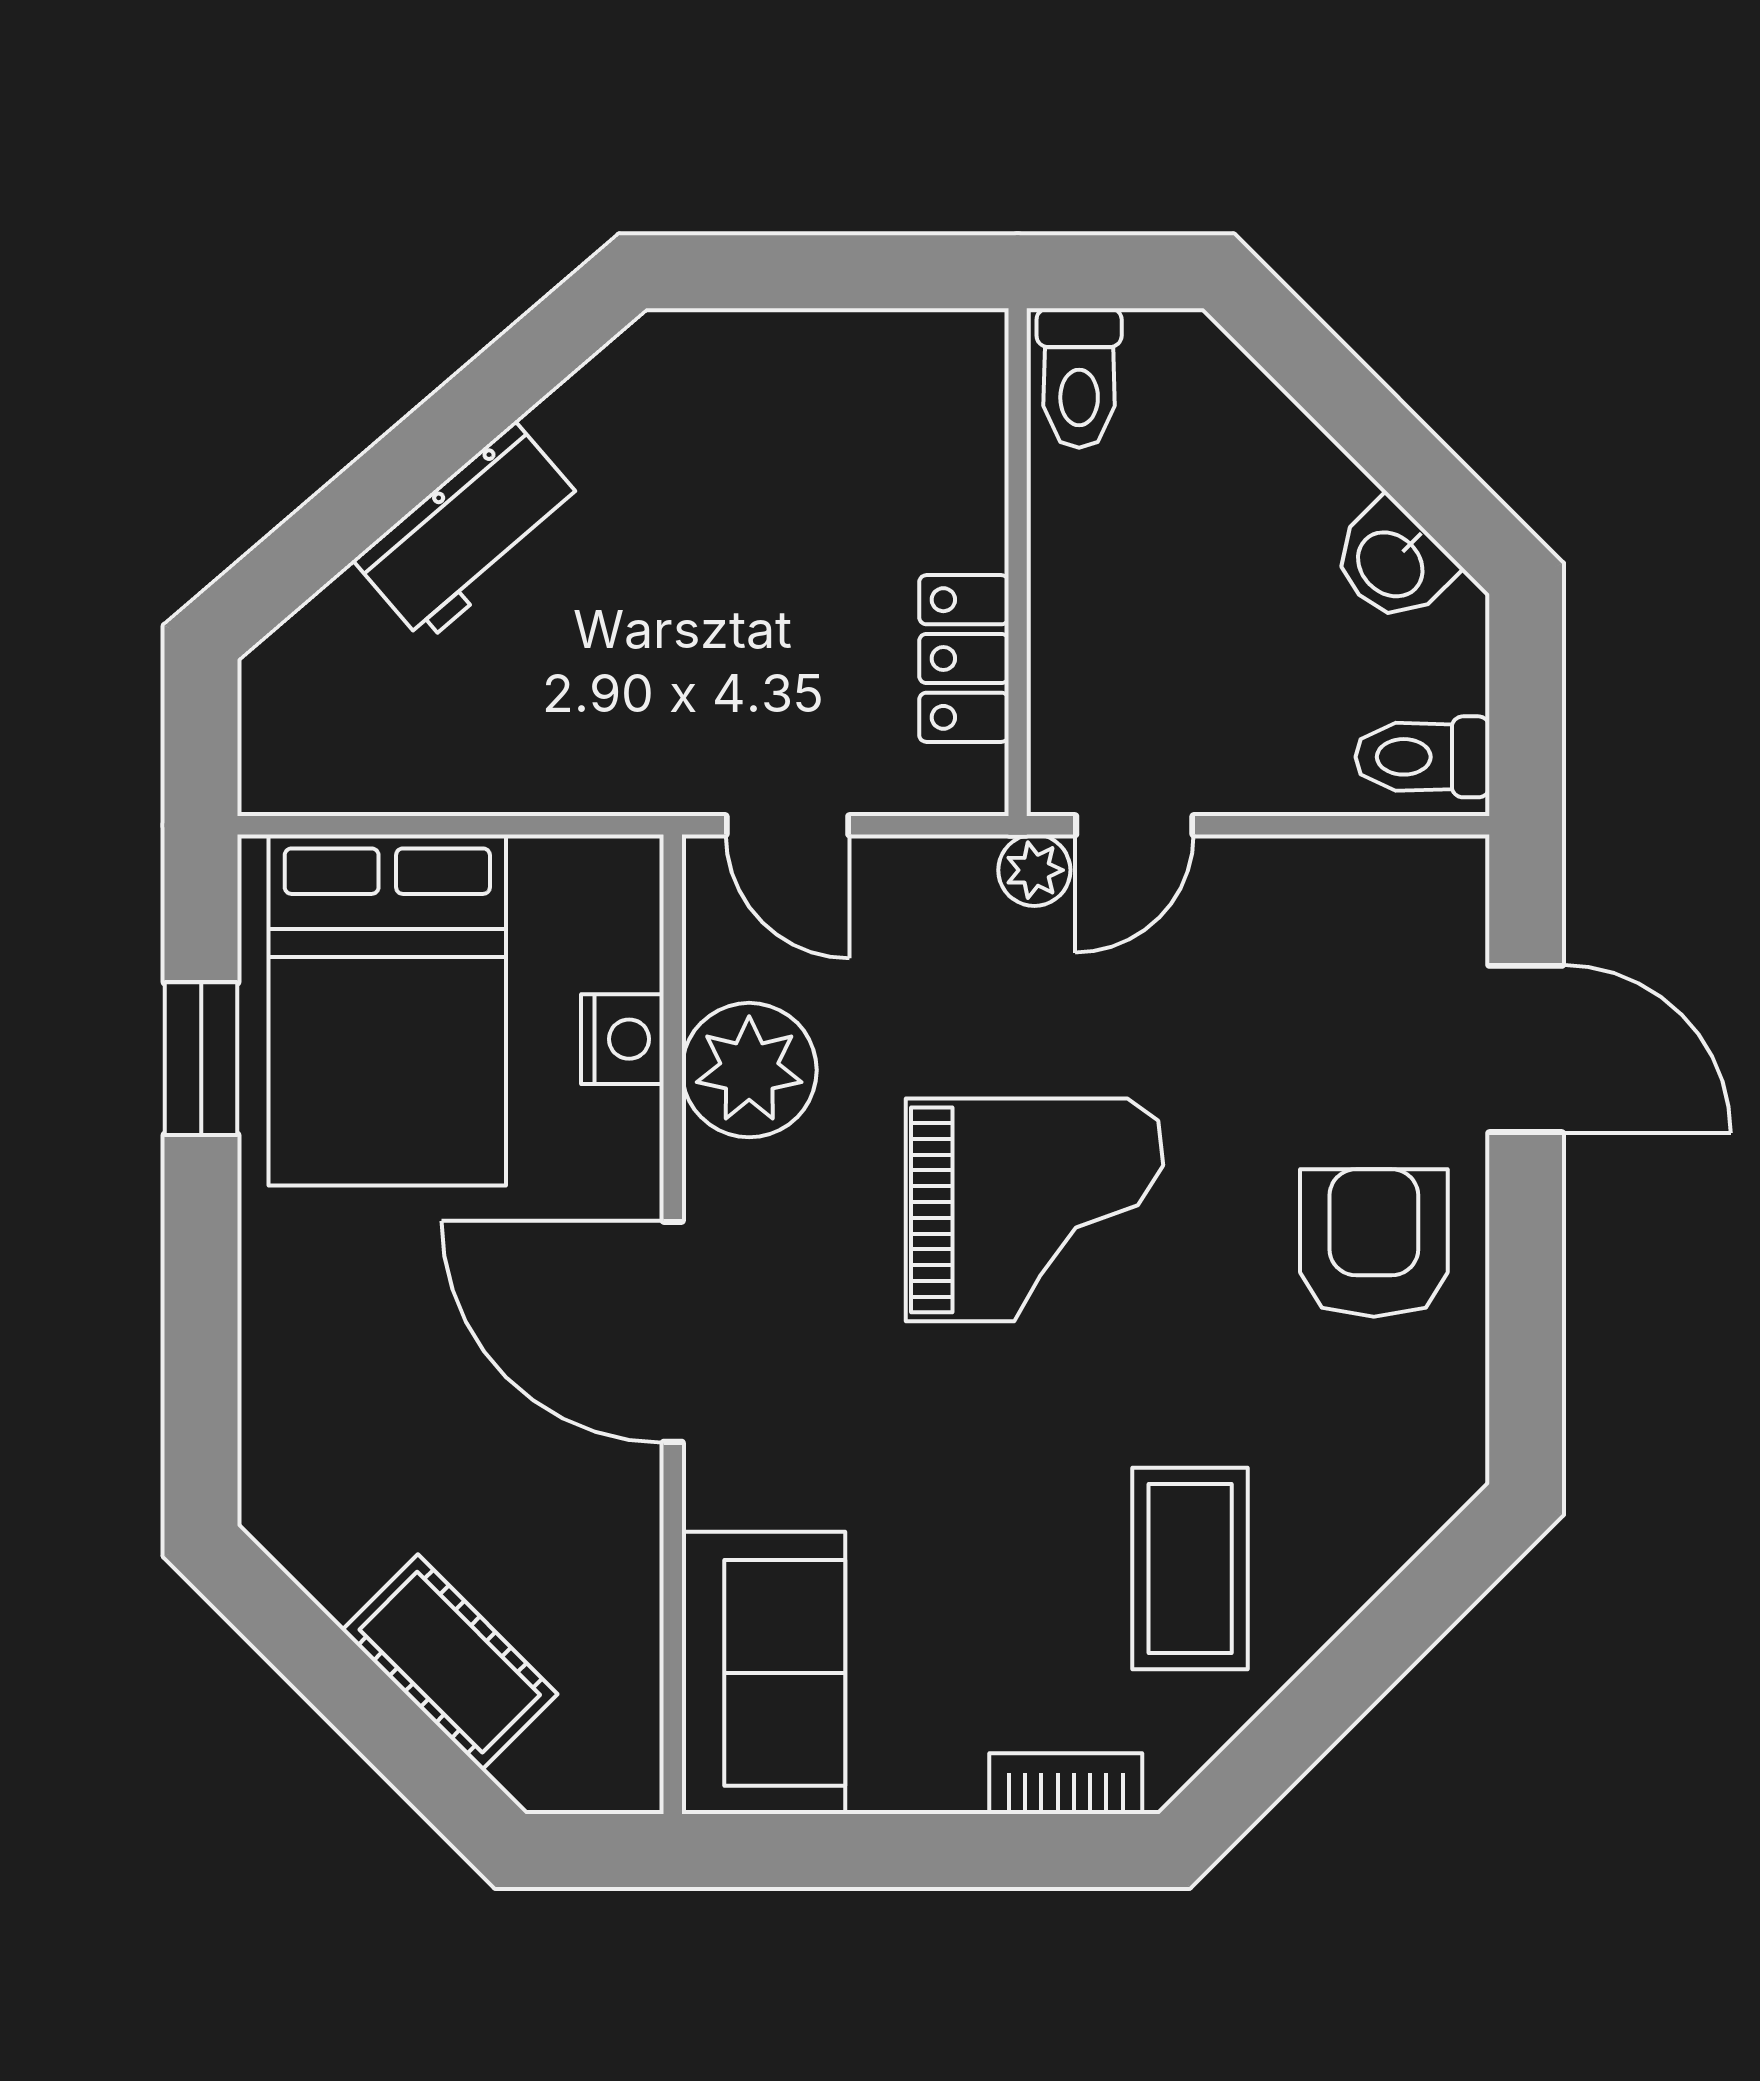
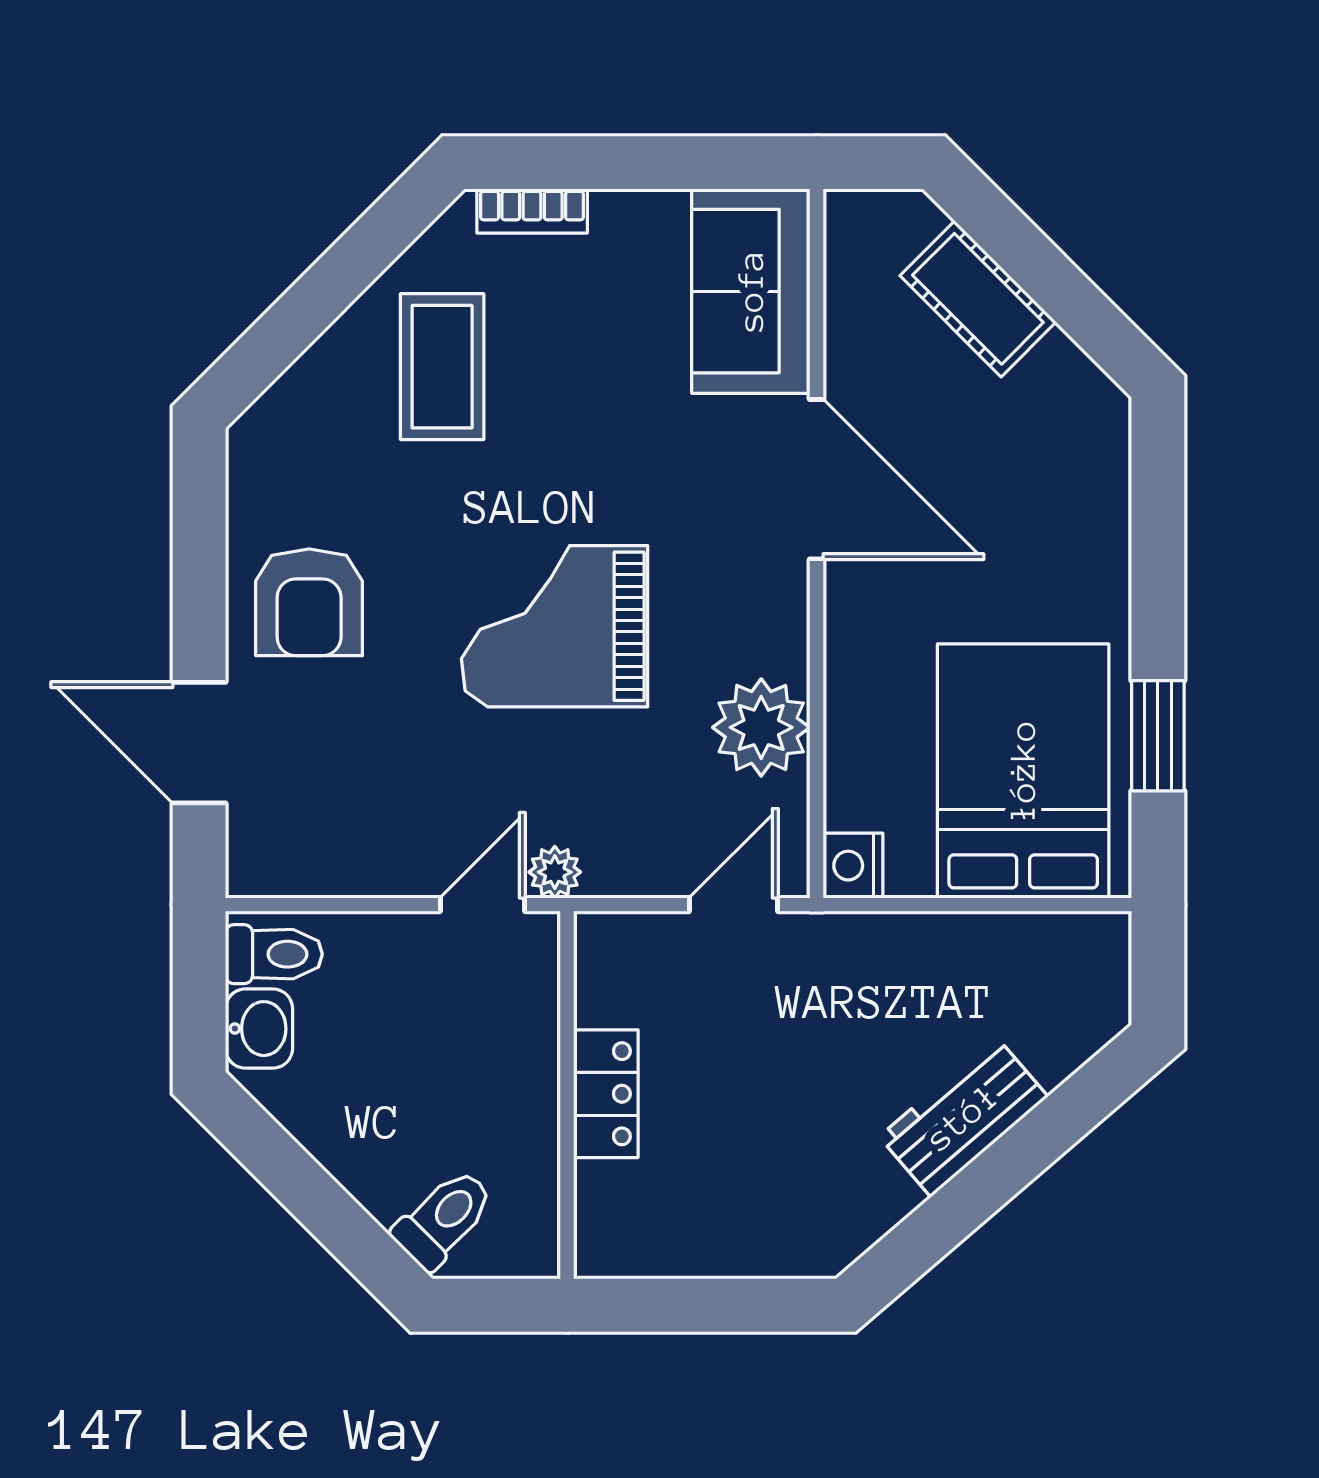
toilet: (1079, 378) -> (444, 1219), moved, turned 45
washbasin: (1392, 562) -> (259, 1029), moved, turned 45
locker: (964, 659) -> (606, 1094), moved
door: (787, 825) -> (733, 905), hinge flipped
nightstand: (622, 1039) -> (853, 866), moved
door: (673, 1332) -> (816, 479), moved

